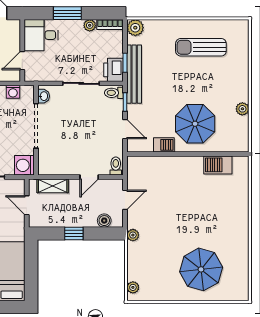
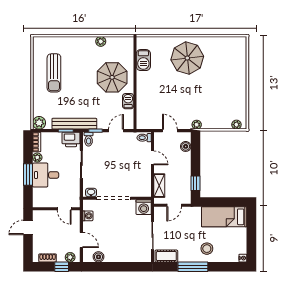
desk: (41, 35) -> (46, 175), moved, turned 90
window: (74, 233) -> (195, 183), moved
parasol: (201, 269) -> (187, 58), moved

